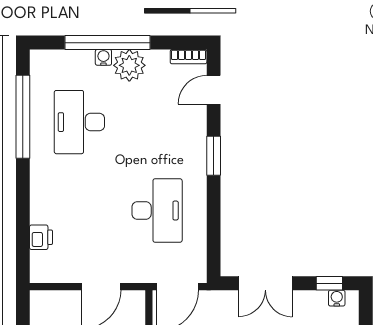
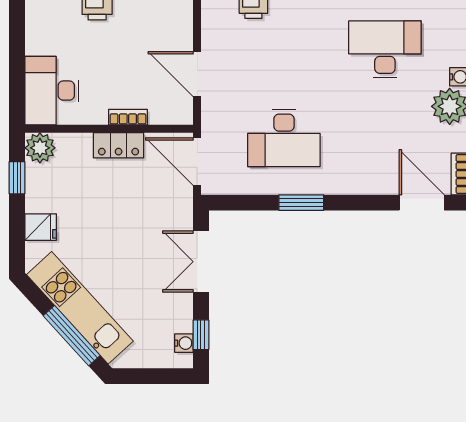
door: (214, 90) -> (422, 203), width x1.38
window: (214, 156) -> (301, 203), moved

